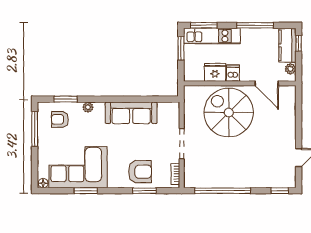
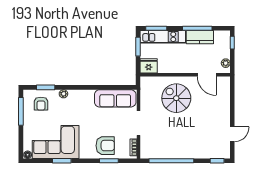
kitchen counter: (287, 45) -> (200, 37), moved, turned -90
fridge: (215, 72) -> (149, 66), moved
dishwasher: (233, 73) -> (180, 67), removed
sofa: (131, 113) -> (115, 98), moved
spiral stairs: (229, 113) -> (176, 98), width x0.73, depth x0.73
armchair: (60, 119) -> (41, 104), turned -90

